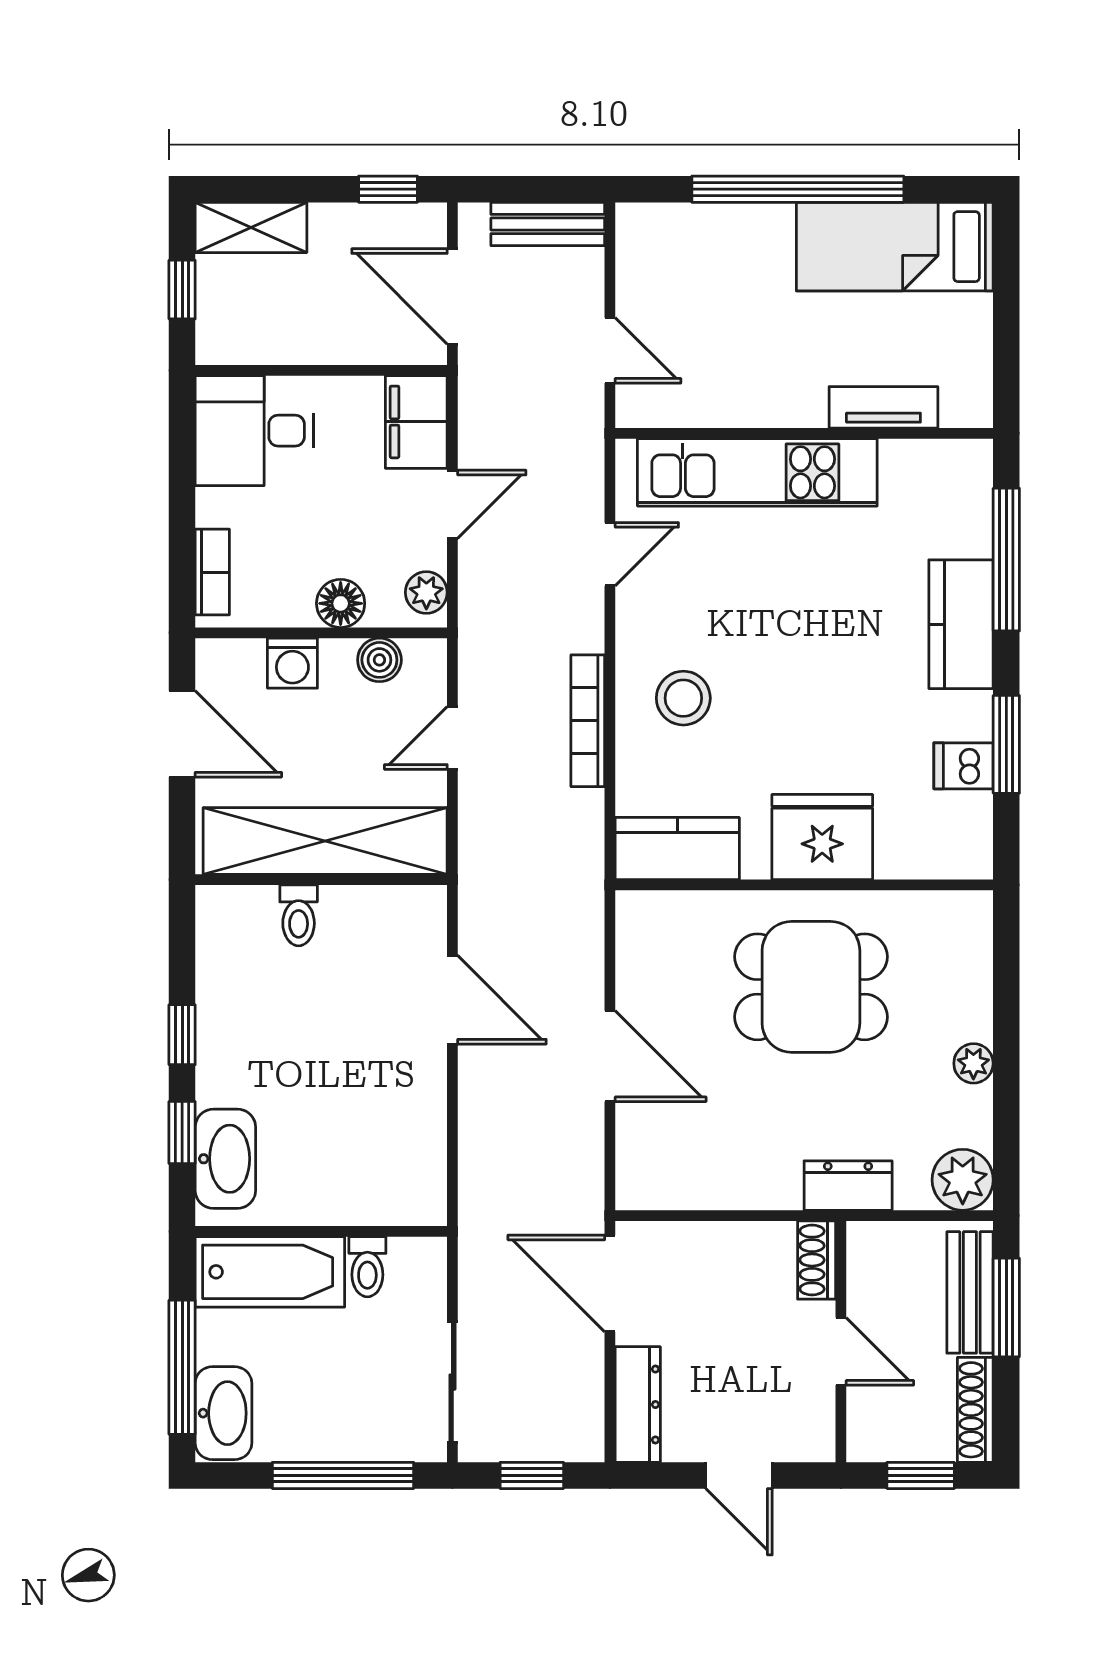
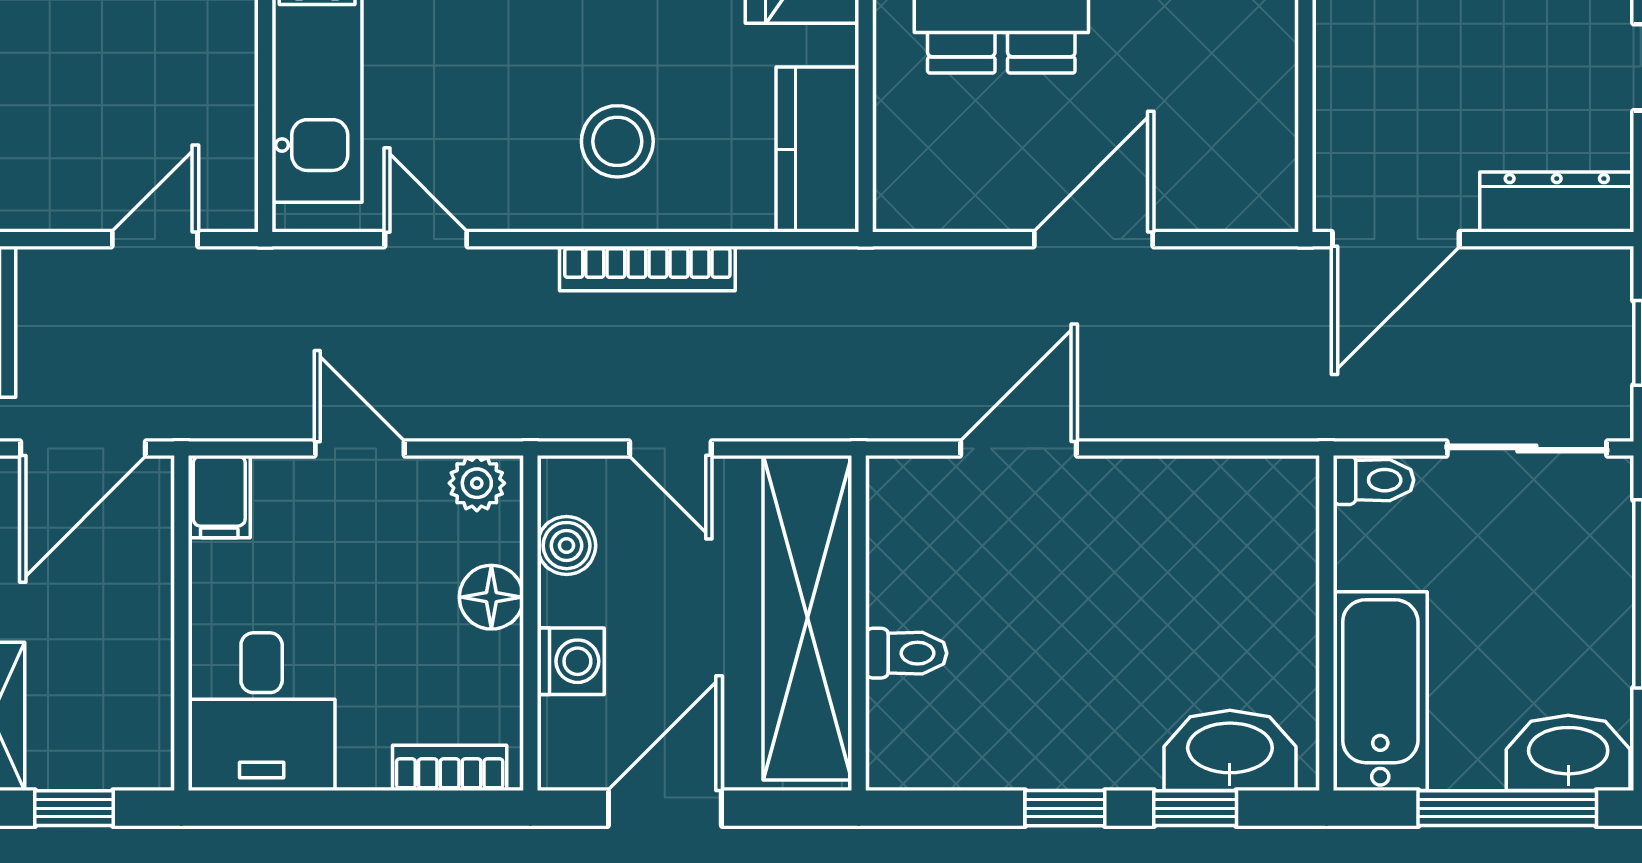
filing cabinet: (416, 422) -> (219, 497), width x0.50
toilet: (367, 1267) -> (1373, 480), moved

